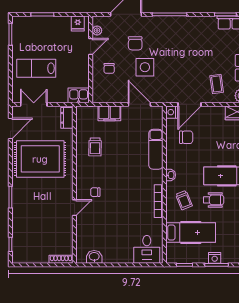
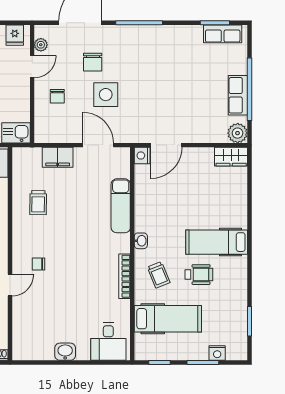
coffee table: (217, 84) -> (203, 117), removed
chair: (186, 137) -> (162, 190), removed
washbasin: (94, 257) -> (65, 352), moved
nightstand: (215, 258) -> (217, 353), moved

